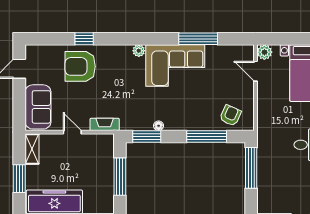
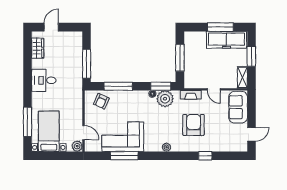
armchair: (80, 66) -> (194, 125), moved, turned -90
corner sofa: (175, 66) -> (123, 137), moved
plant: (141, 119) -> (165, 99), added

